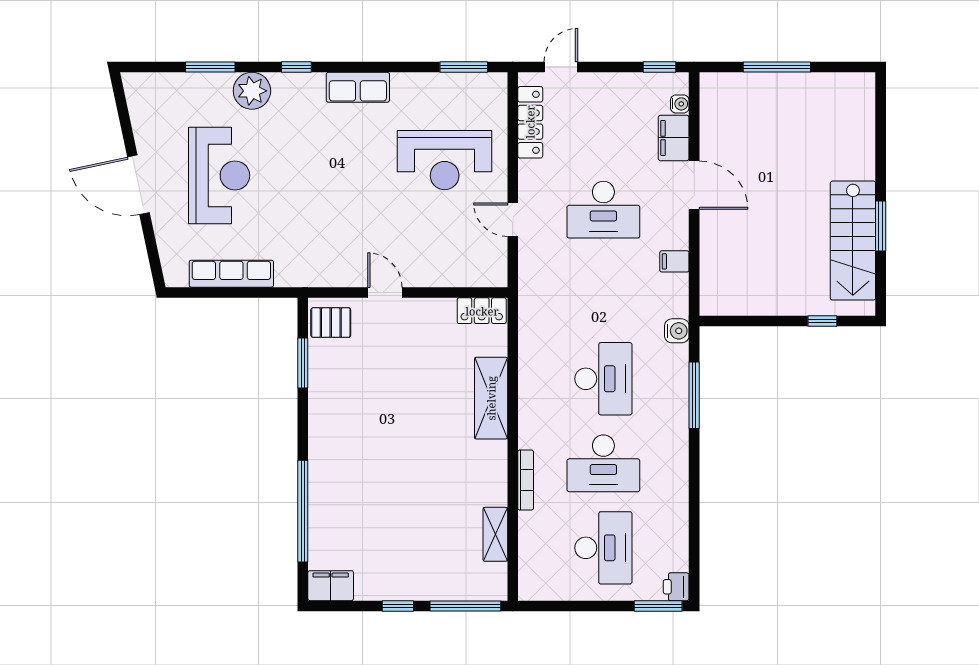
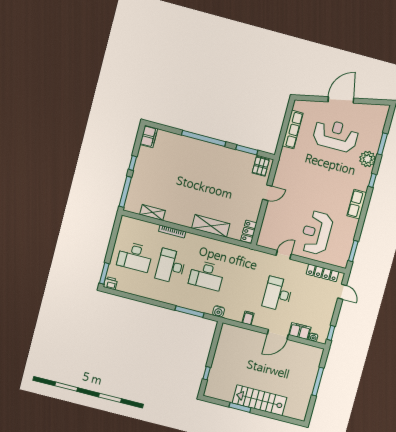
reception desk: (219, 175) -> (336, 135), turned 180
stairs: (853, 241) -> (259, 400), moved
window: (303, 511) -> (204, 138), moved

